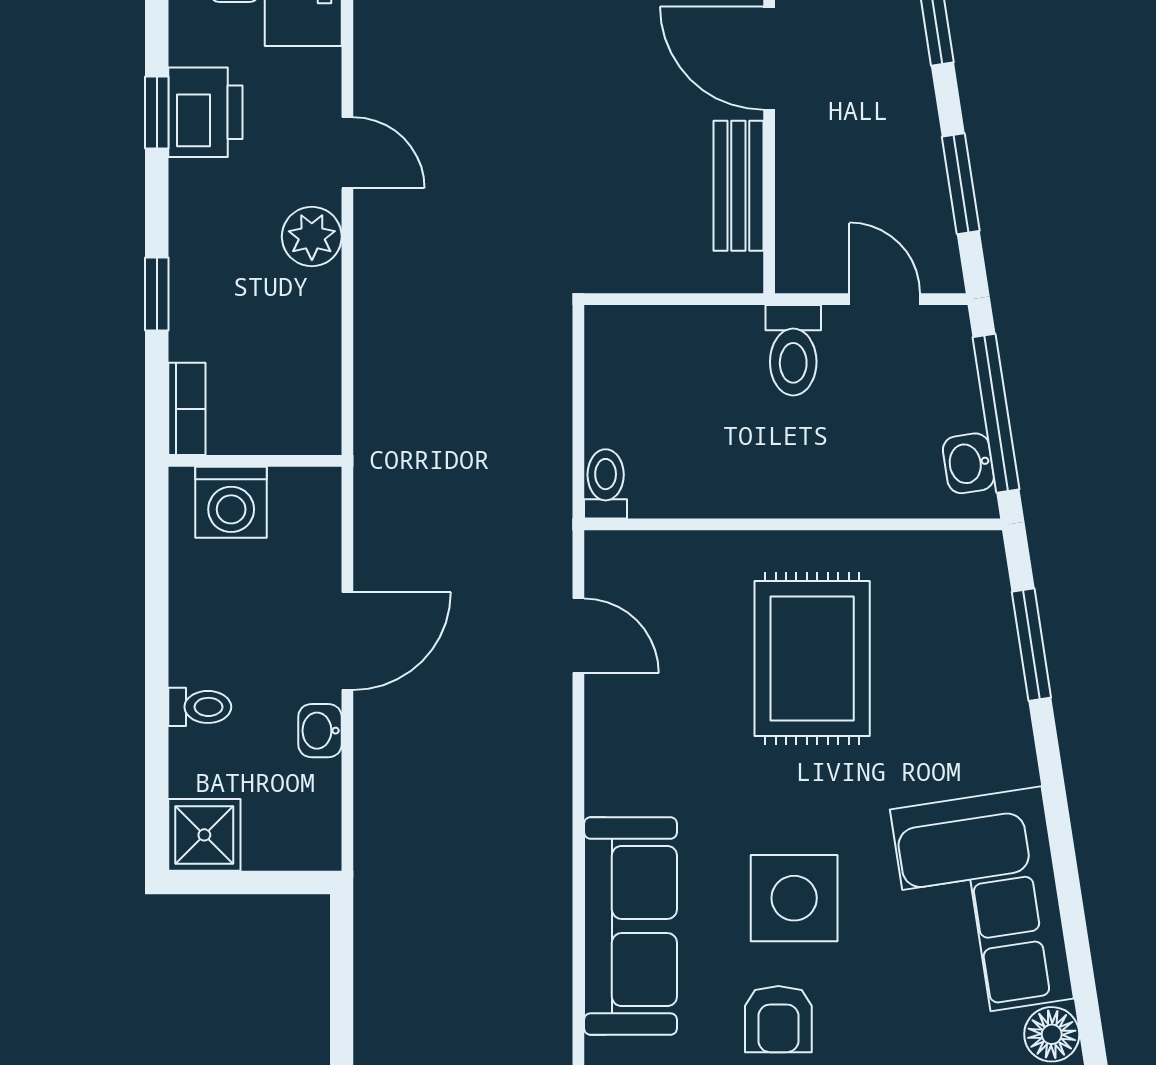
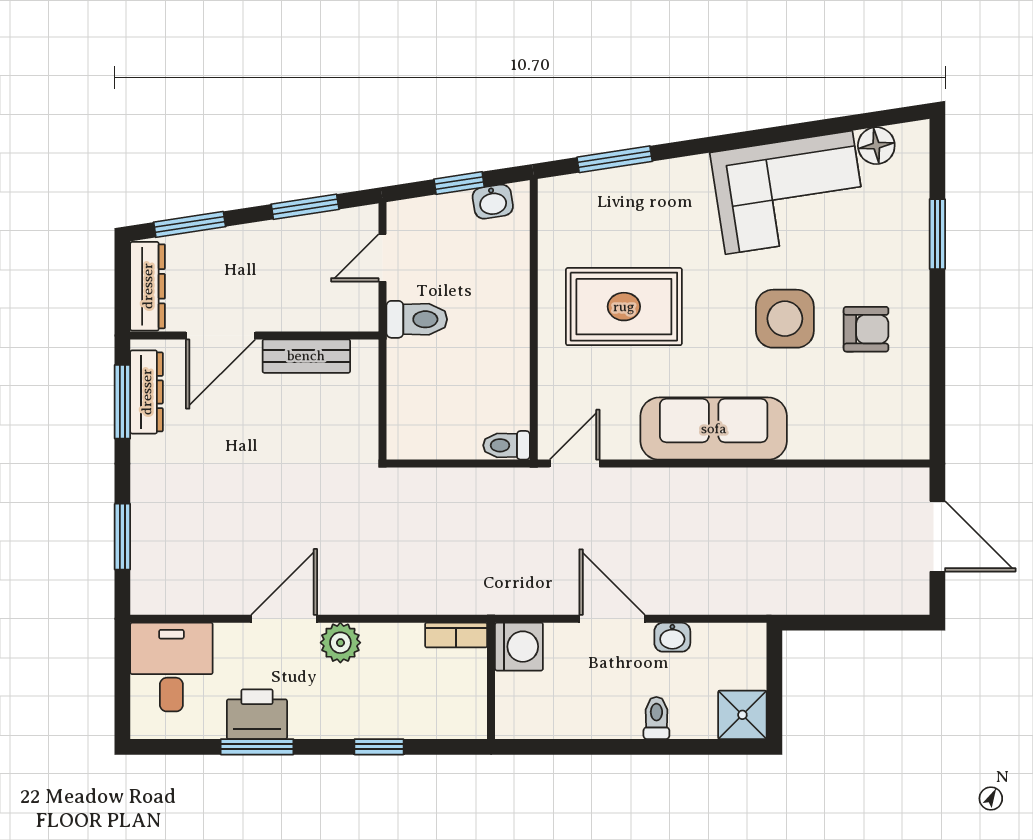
window: (157, 112) -> (257, 747), width x1.50
door: (347, 153) -> (284, 619), width x1.38
bookcase: (187, 409) -> (456, 635), moved, turned 180
window: (996, 413) -> (459, 183), width x0.46
washing machine: (231, 502) -> (519, 647), moved
door: (578, 636) -> (575, 464), moved
sofa: (631, 926) -> (714, 429), moved

